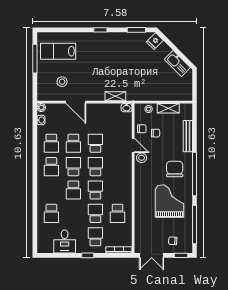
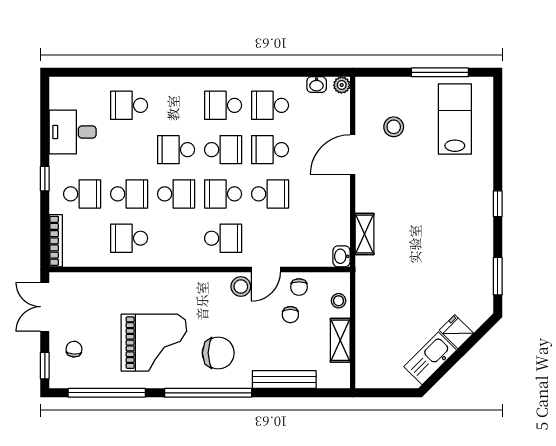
fridge: (155, 41) -> (456, 332), moved
school desk: (95, 167) -> (223, 194), turned 180
school desk: (117, 167) -> (223, 238), added

